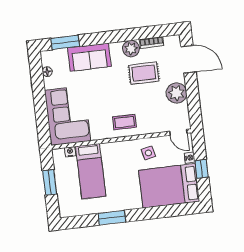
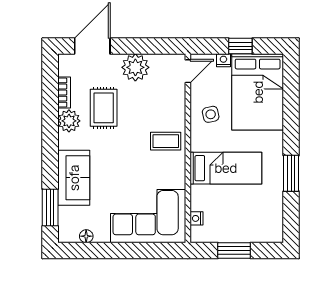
coffee table: (125, 122) -> (166, 141), turned 90
bed: (91, 171) -> (226, 168), moved

